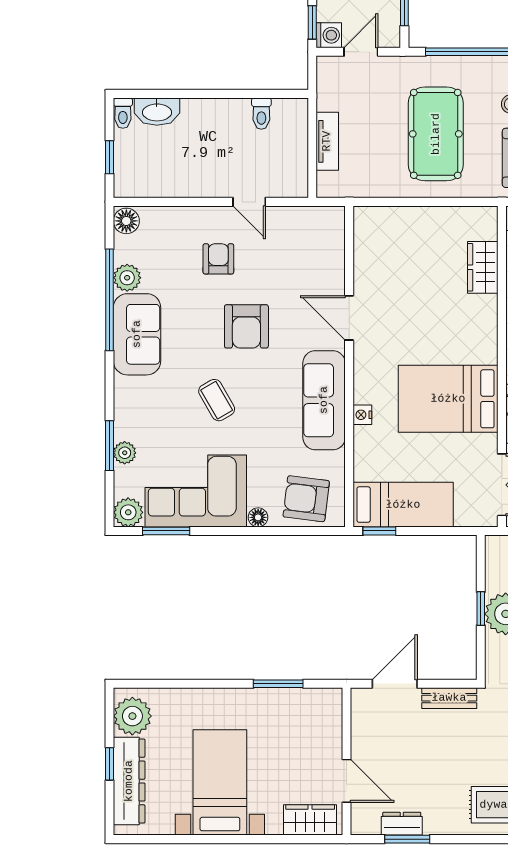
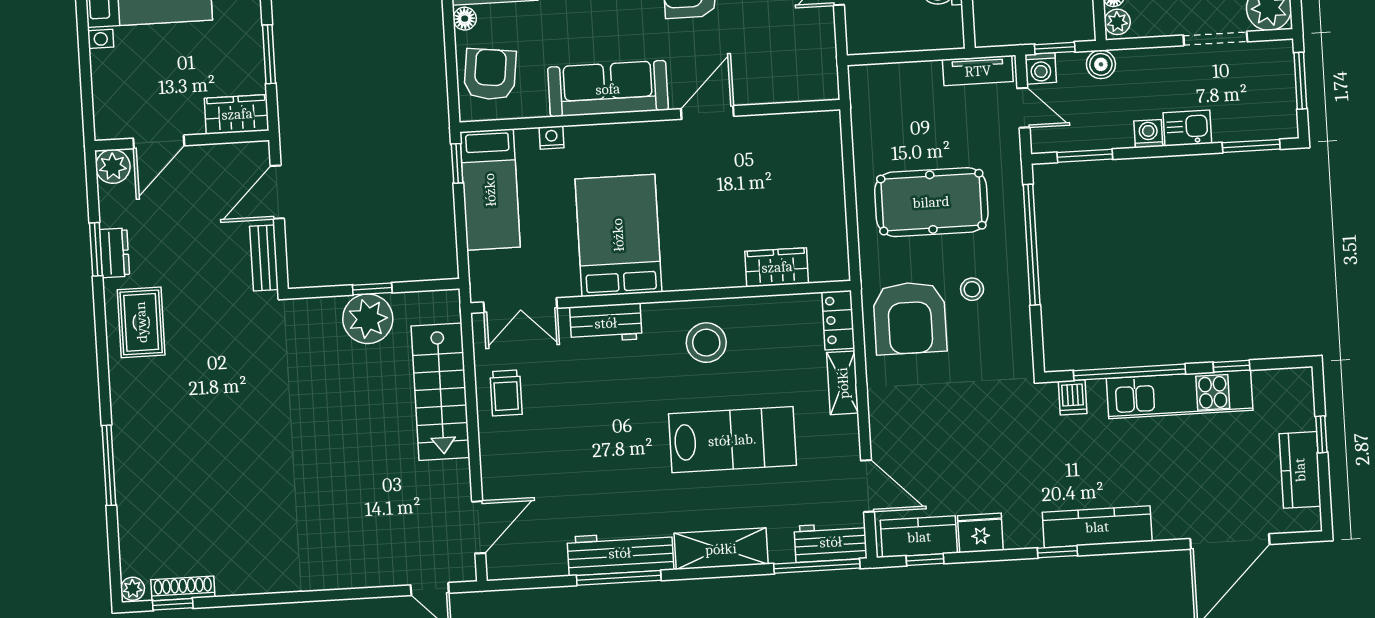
tv unit: (327, 141) -> (978, 71), moved
nightstand: (362, 415) -> (552, 138), moved
door: (395, 684) -> (277, 192), swing flipped
wardrobe: (310, 820) -> (237, 114), moved, turned -90
plant: (365, 821) -> (113, 166), added
dresser: (402, 824) -> (115, 253), moved
window: (407, 839) -> (96, 249), moved

